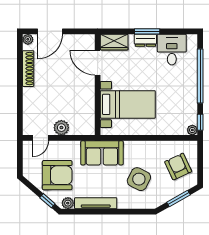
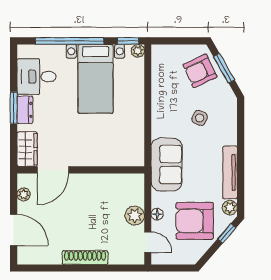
plant: (28, 39) -> (24, 194), moved
shoe rack: (28, 69) -> (85, 258), moved
bed with nightstands: (128, 104) -> (96, 79), moved, turned 180
floor lamp: (63, 145) -> (157, 214), added
armchair: (178, 167) -> (200, 71), moved
armchair: (57, 175) -> (195, 221), turned -90
side table: (139, 179) -> (200, 118), width x0.54, depth x0.54

